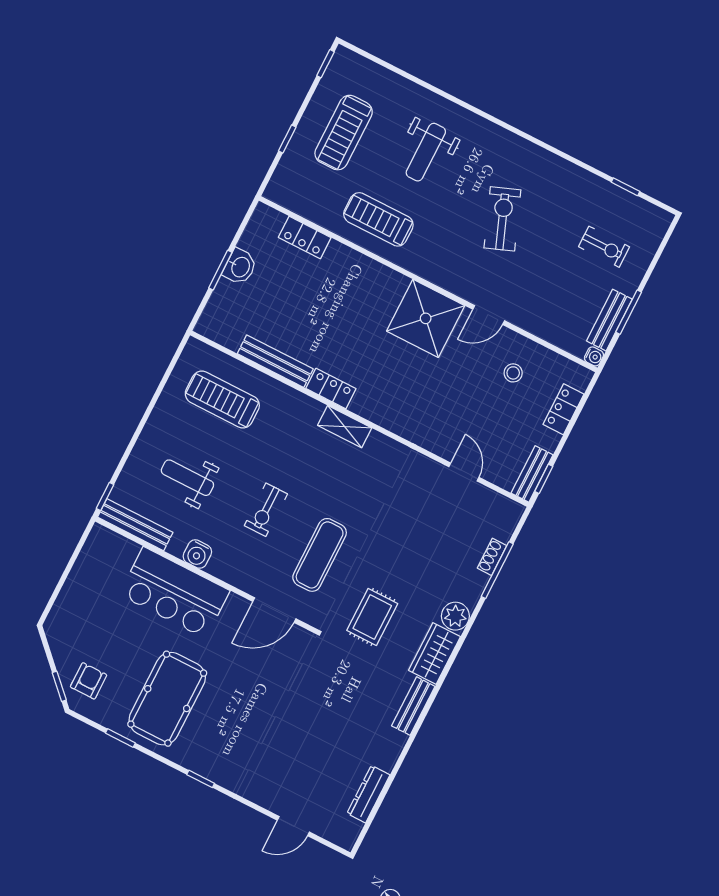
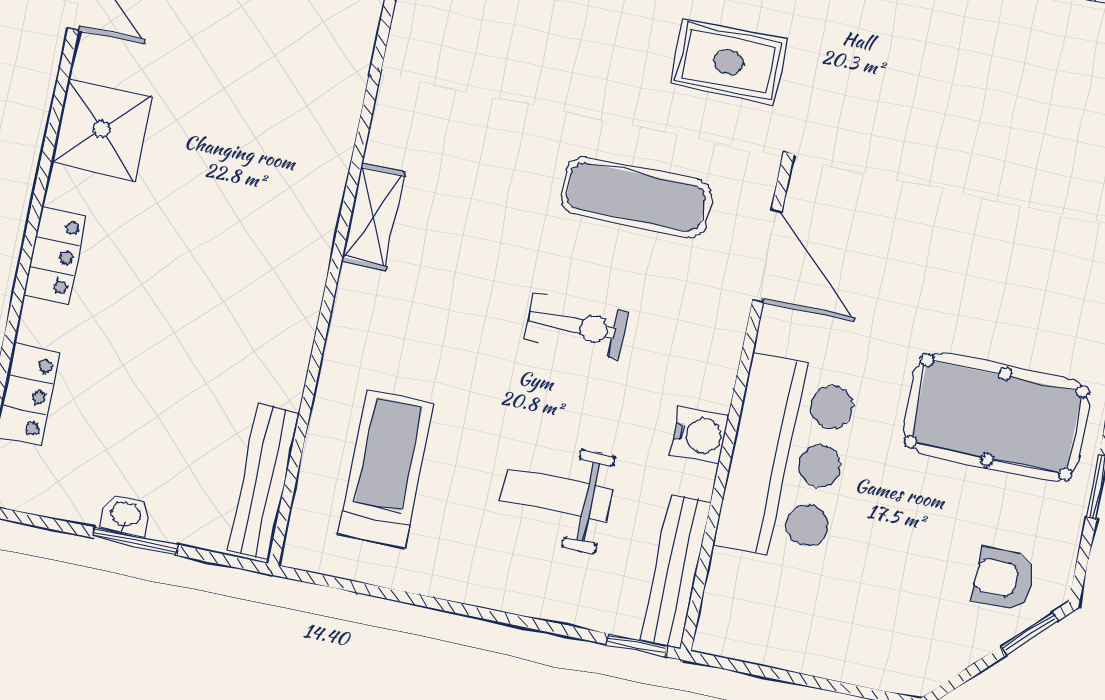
washbasin: (240, 267) -> (125, 515), width x0.72, depth x0.69
shower: (426, 318) -> (102, 129), width x0.73, depth x0.73
bench: (275, 361) -> (264, 482), moved
locker: (331, 389) -> (55, 255), moved, turned 180
treadmill: (222, 399) -> (386, 469), turned 180
weight bench: (187, 478) -> (556, 495), turned 90

